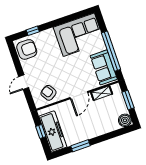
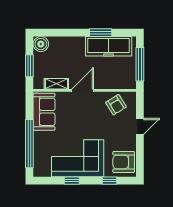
window: (63, 20) -> (72, 181), added
corner sofa: (79, 35) -> (78, 158), moved
window: (111, 51) -> (29, 144), moved
window: (41, 132) -> (140, 64), width x2.17
freezer: (53, 132) -> (109, 46), moved, turned -90

